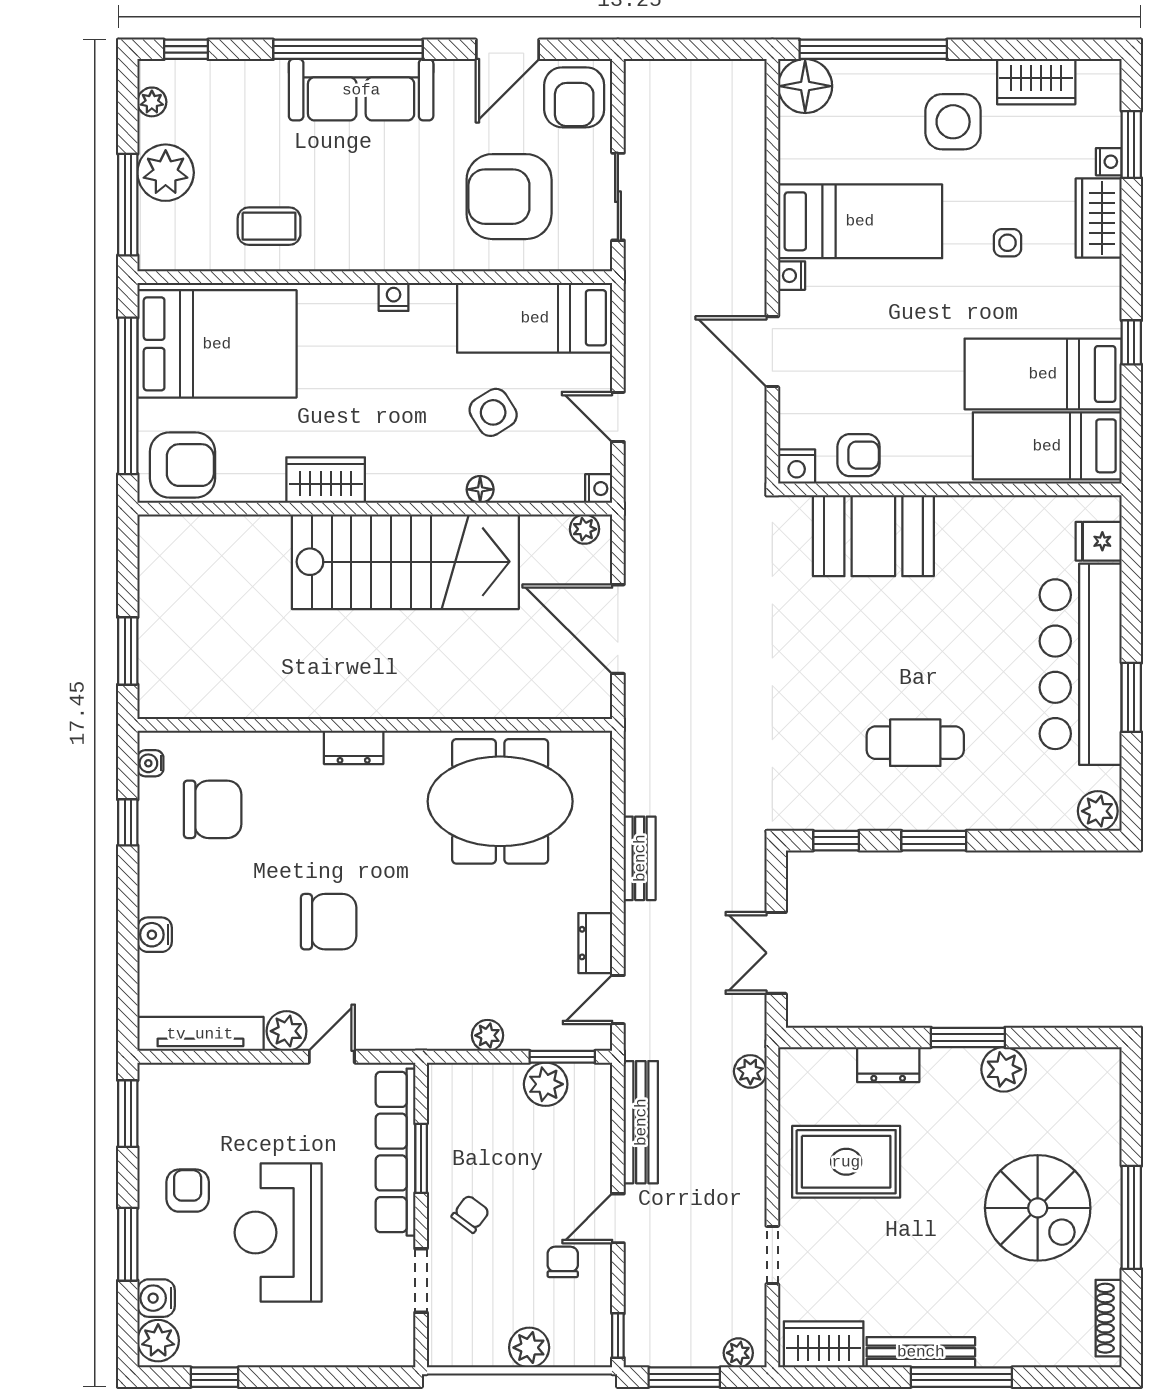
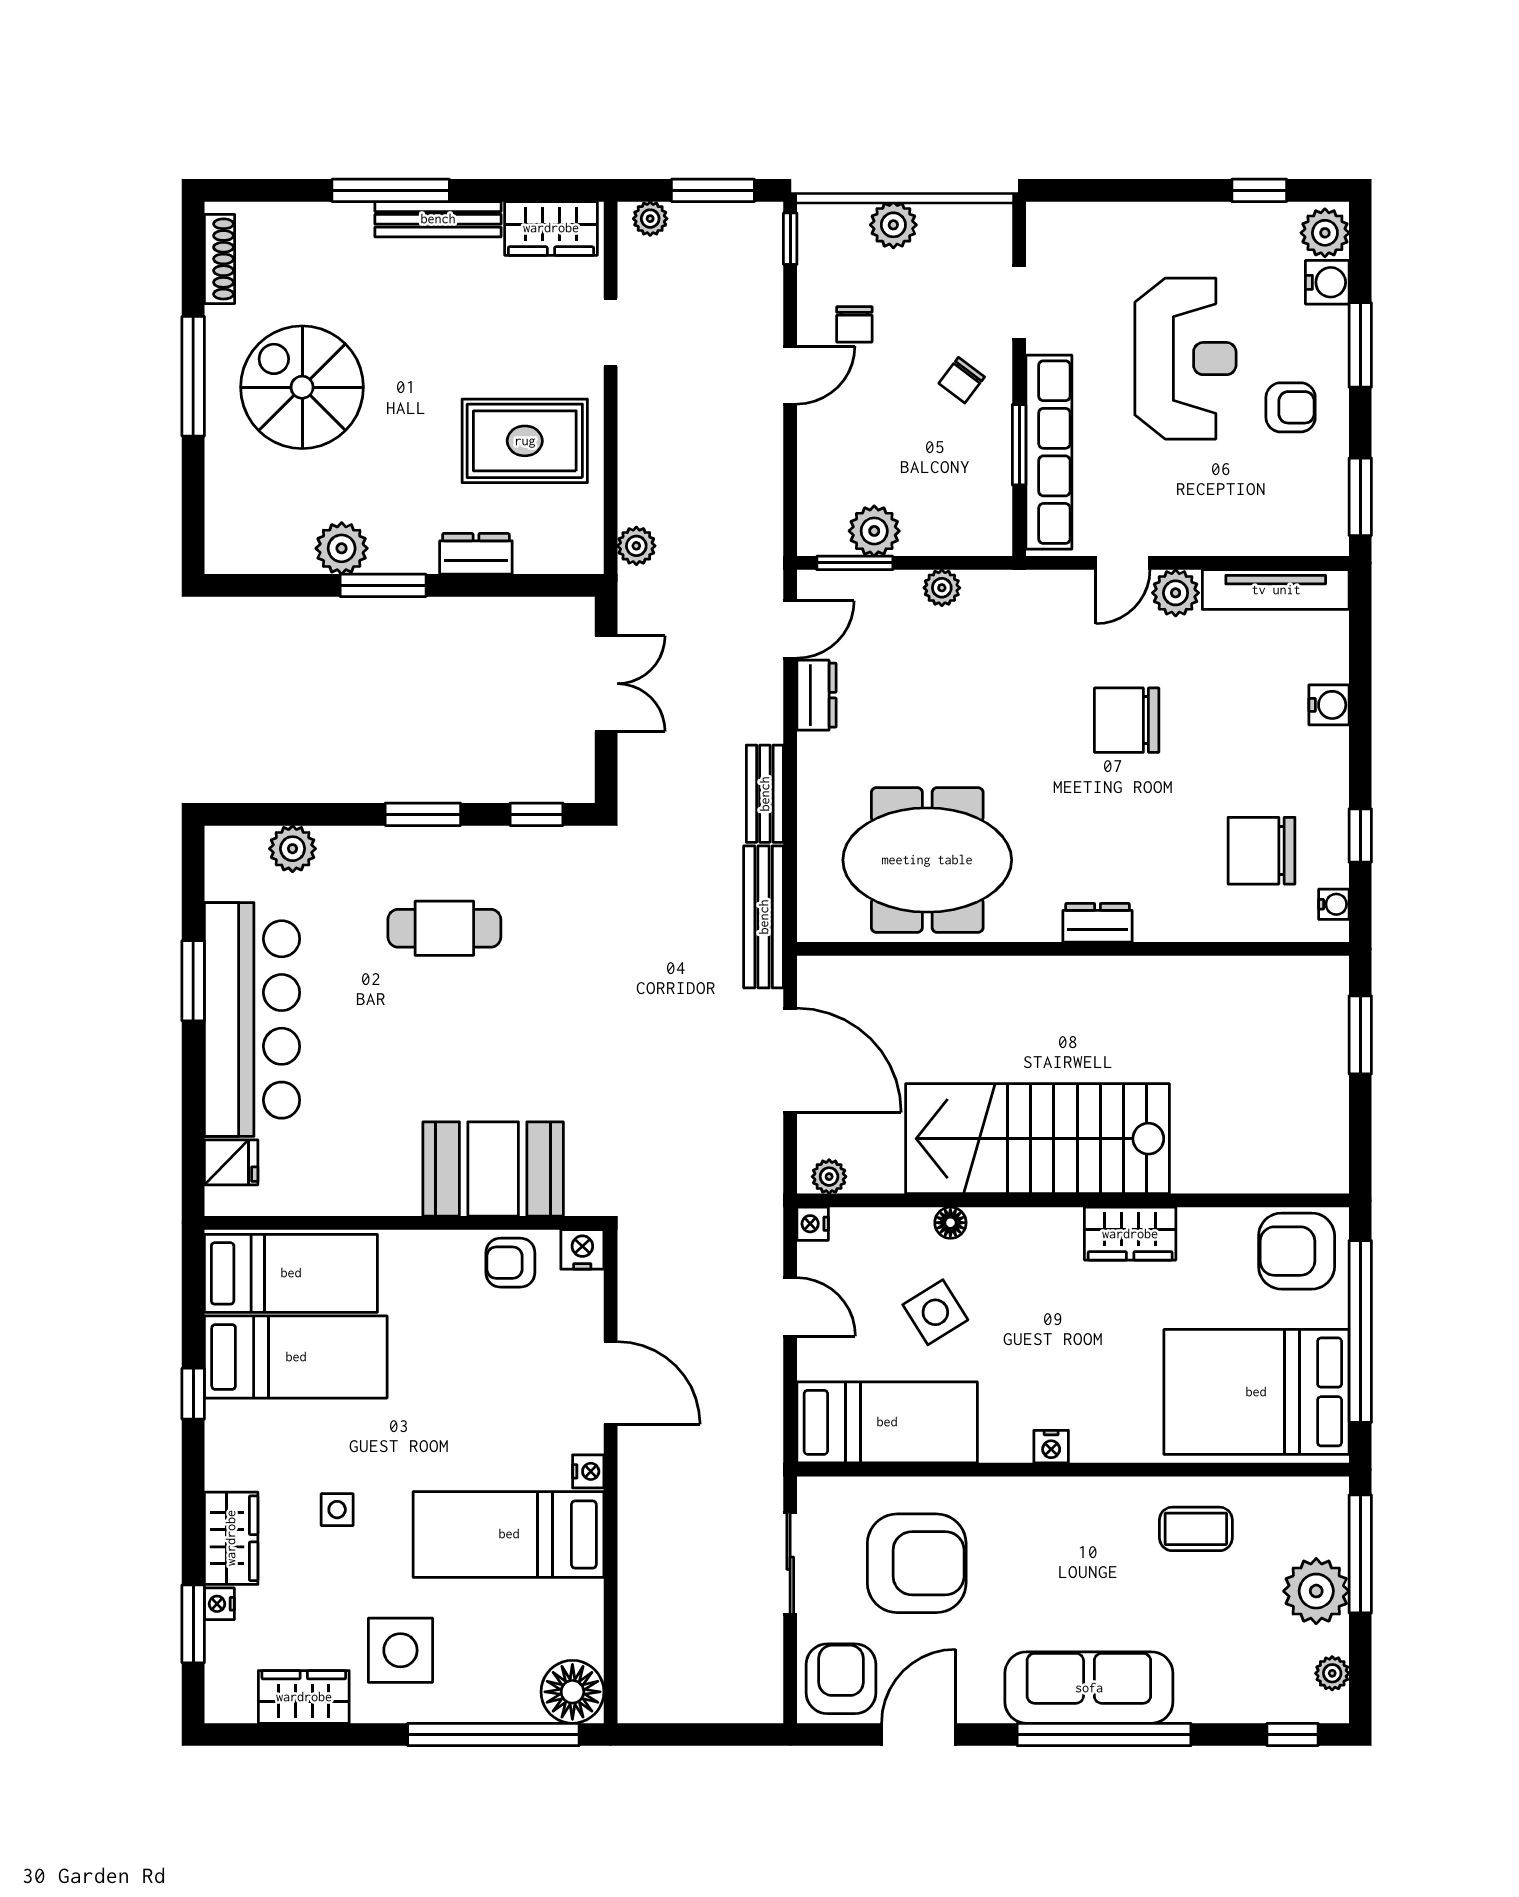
plant: (1098, 811) -> (293, 849), moved
bench: (641, 1122) -> (764, 917), moved
armchair: (188, 1191) -> (1291, 407), turned -90

